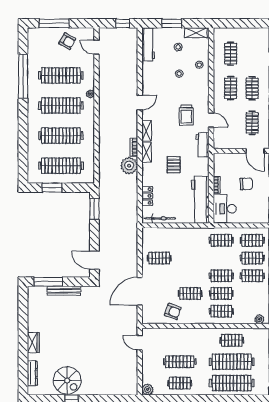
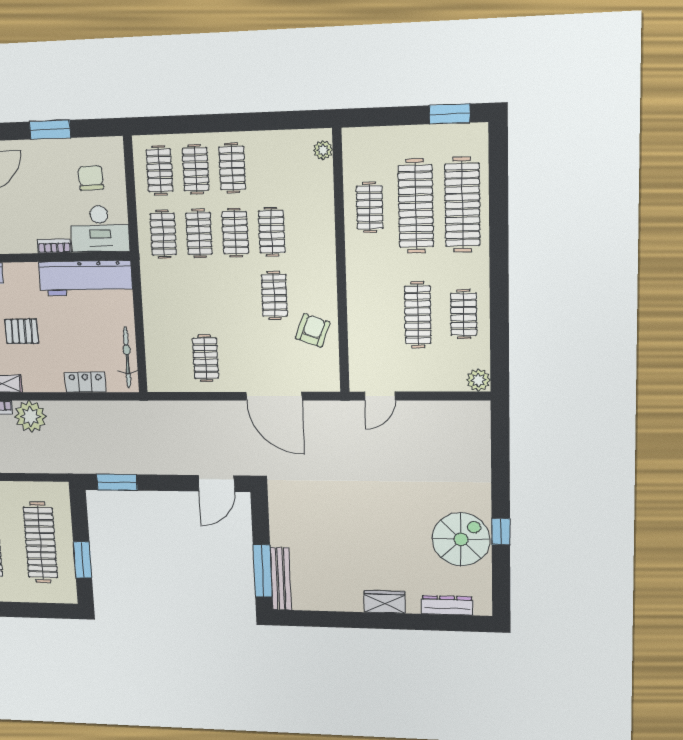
chair: (246, 184) -> (91, 178), moved
bench: (64, 291) -> (281, 579), moved
clothes rail: (221, 311) -> (199, 233), moved

